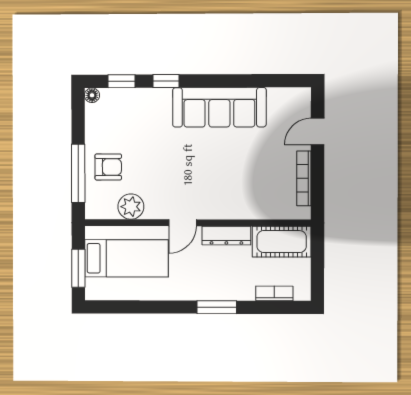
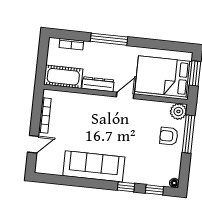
plant: (131, 207) -> (178, 112), moved
bed: (126, 258) -> (163, 76), width x1.50
window: (217, 307) -> (109, 39), width x1.44

